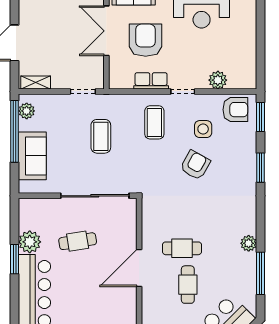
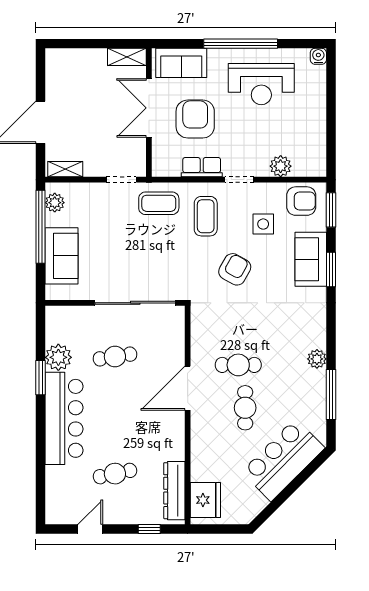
coffee table: (101, 136) -> (159, 203), moved, turned 90
sofa: (243, 159) -> (311, 259), added
armchair: (195, 165) -> (235, 269), moved

